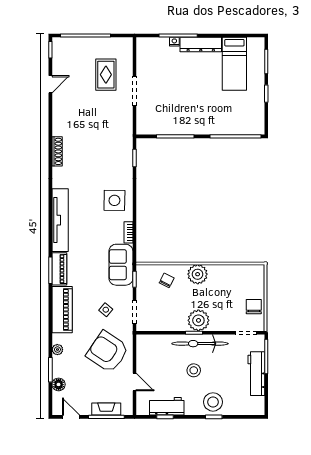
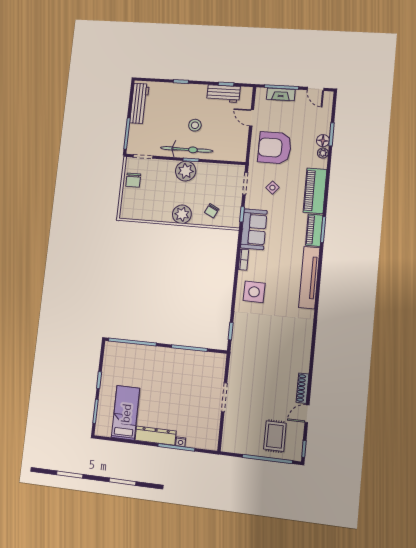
rug: (106, 75) -> (275, 436), moved
shoe rack: (57, 151) -> (302, 388), moved
armchair: (108, 352) -> (275, 148), turned 146
workbench: (256, 374) -> (139, 103), moved
floor lamp: (59, 384) -> (323, 141), moved
stool: (213, 402) -> (180, 95), removed

